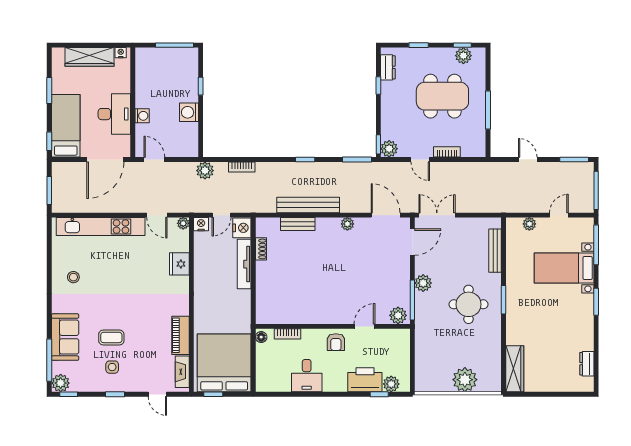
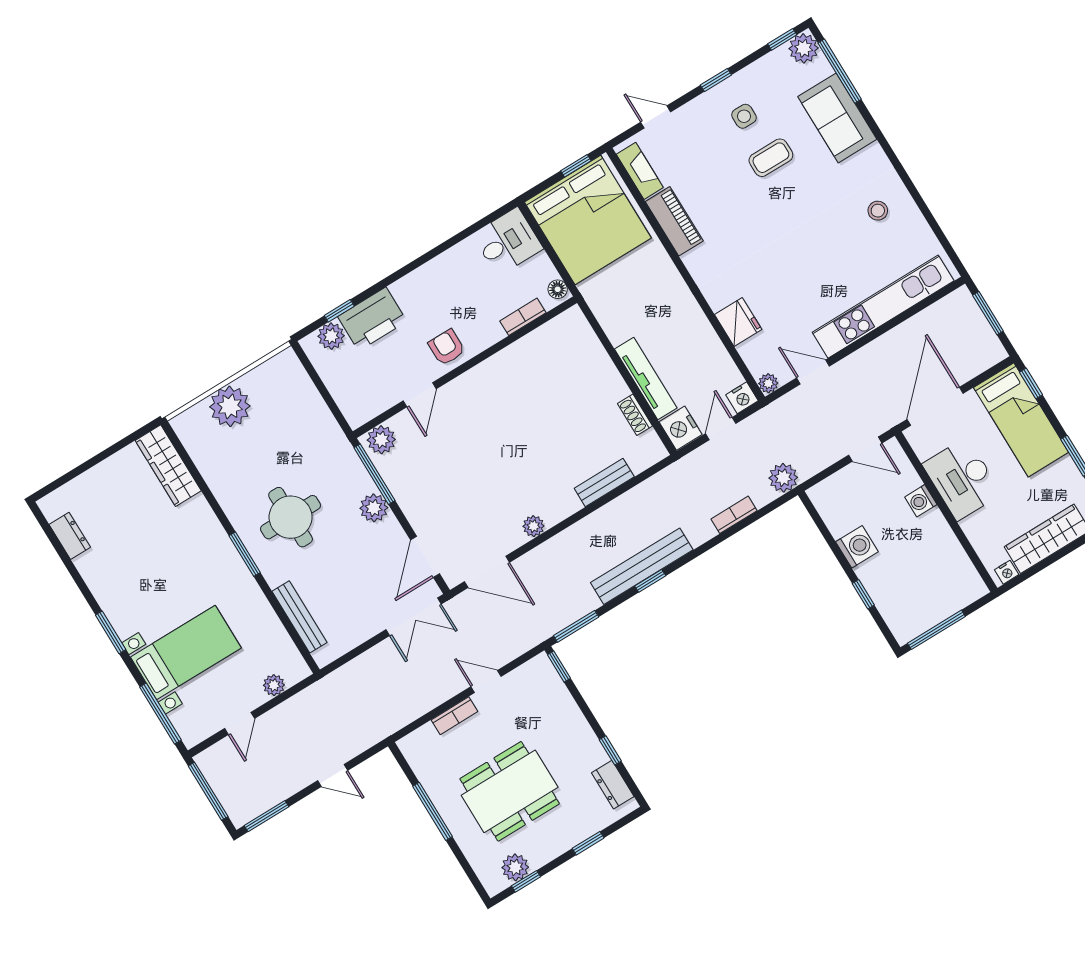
plant: (389, 149) -> (540, 670), removed
bench: (308, 205) -> (642, 566), moved
desk: (307, 376) -> (508, 242), moved, turned 90

